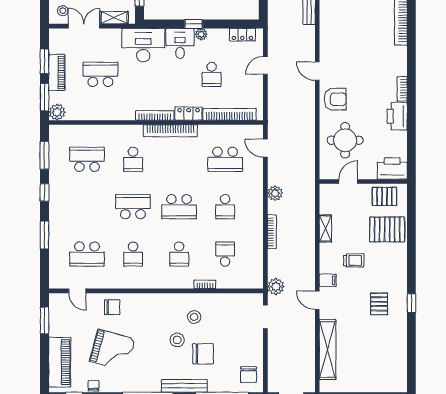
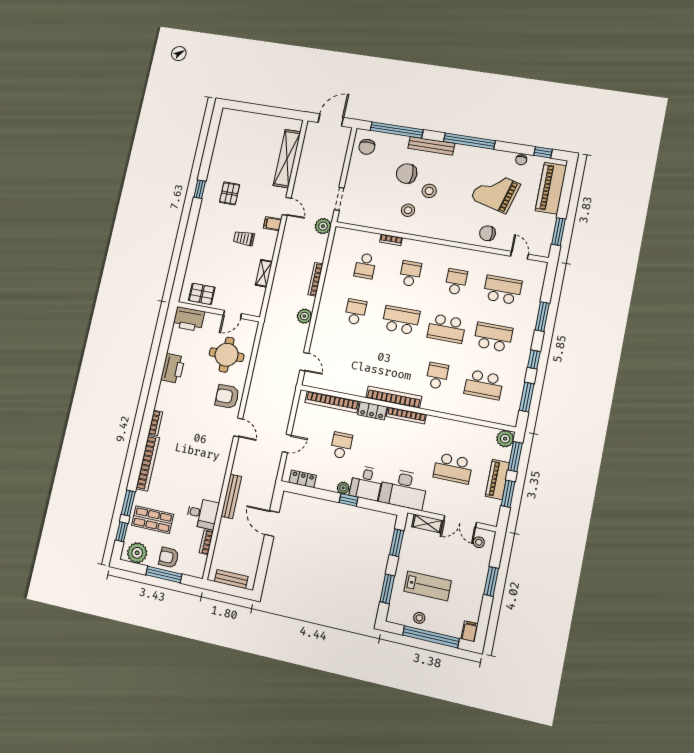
bookcase: (402, 89) -> (155, 423), moved
school desk: (225, 159) -> (493, 337), moved
pallet: (387, 229) -> (206, 262), removed
chair: (249, 375) -> (367, 147), turned 180

